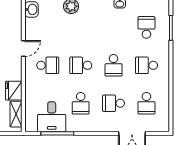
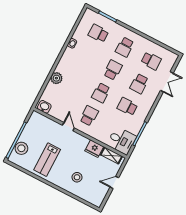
school desk: (114, 65) -> (113, 70), turned -90
school desk: (81, 103) -> (127, 107), turned 180
desk: (52, 117) -> (122, 141), moved

